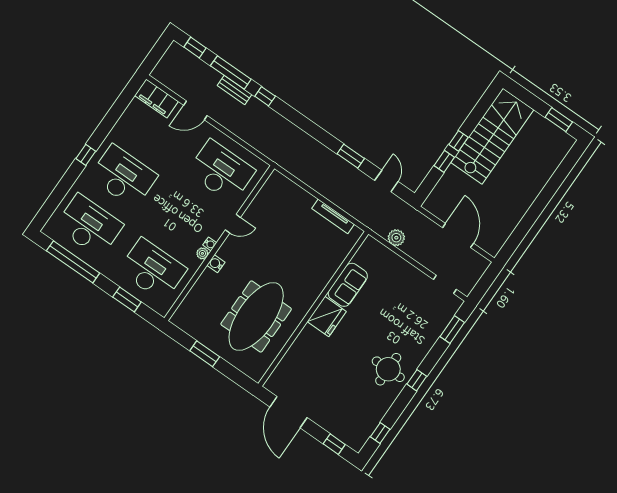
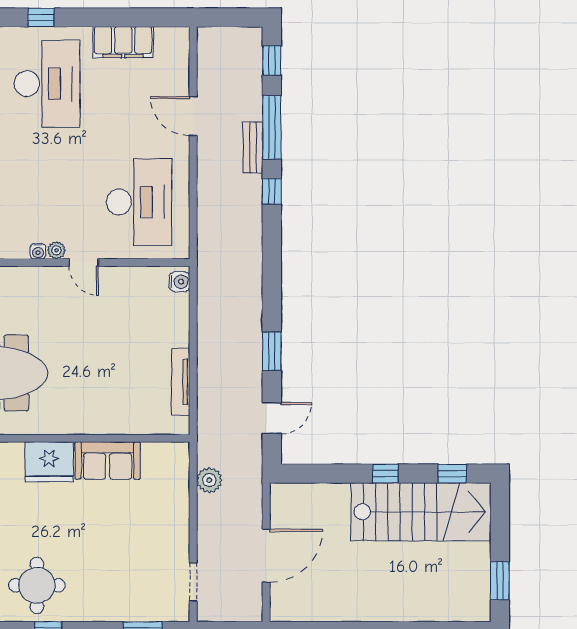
filing cabinet: (156, 98) -> (123, 42), moved, turned -90
window: (444, 161) -> (452, 474), moved
plant: (202, 253) -> (56, 250), moved
water cooler: (216, 264) -> (180, 282), moved, turned 90

